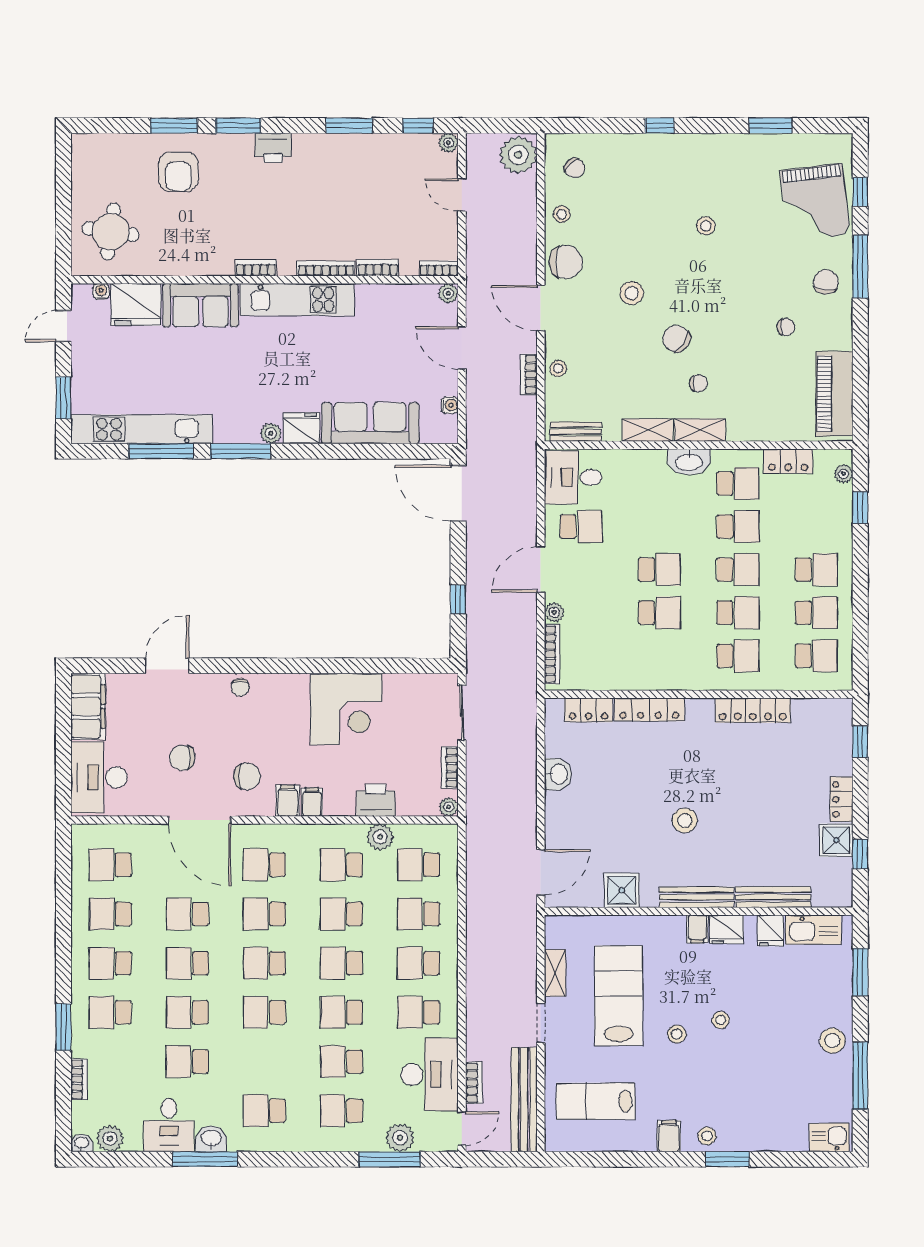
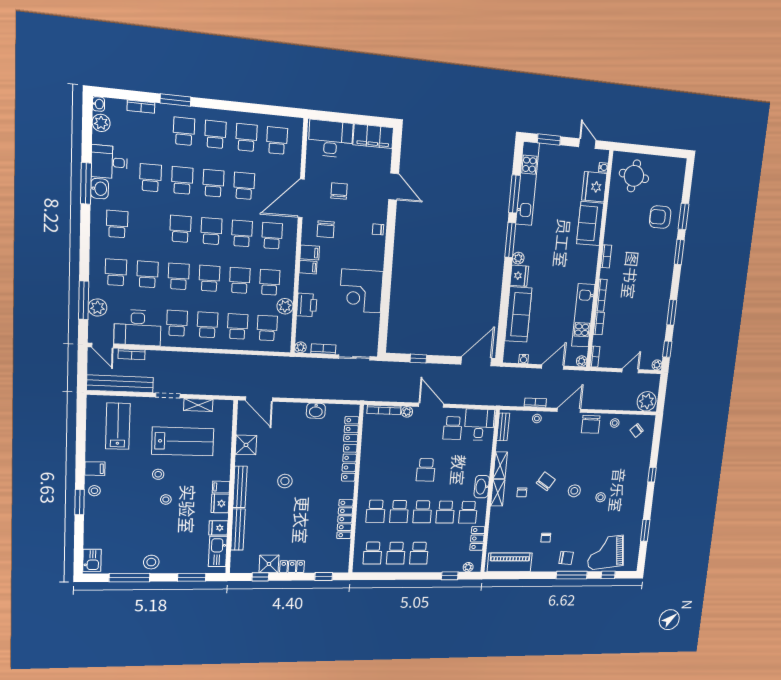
printer: (273, 148) -> (666, 270), removed
stool: (632, 293) -> (574, 491), moved
kitchen unit: (297, 300) -> (583, 315), moved
school desk: (659, 613) -> (402, 469), removed

